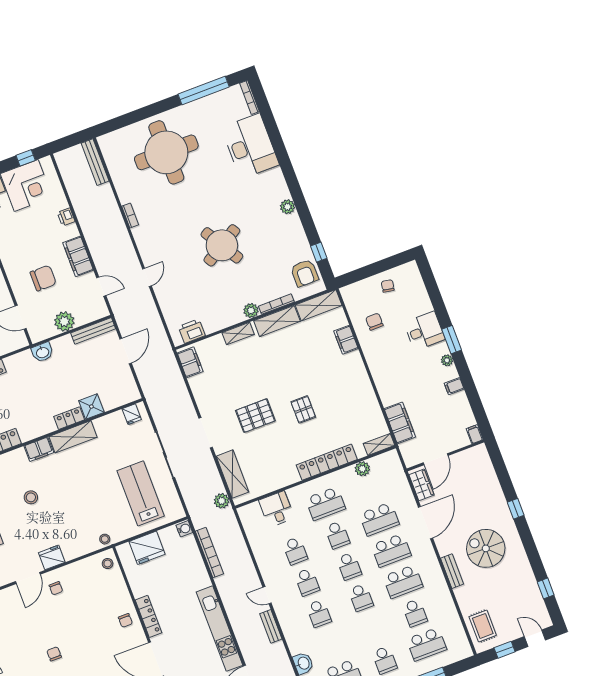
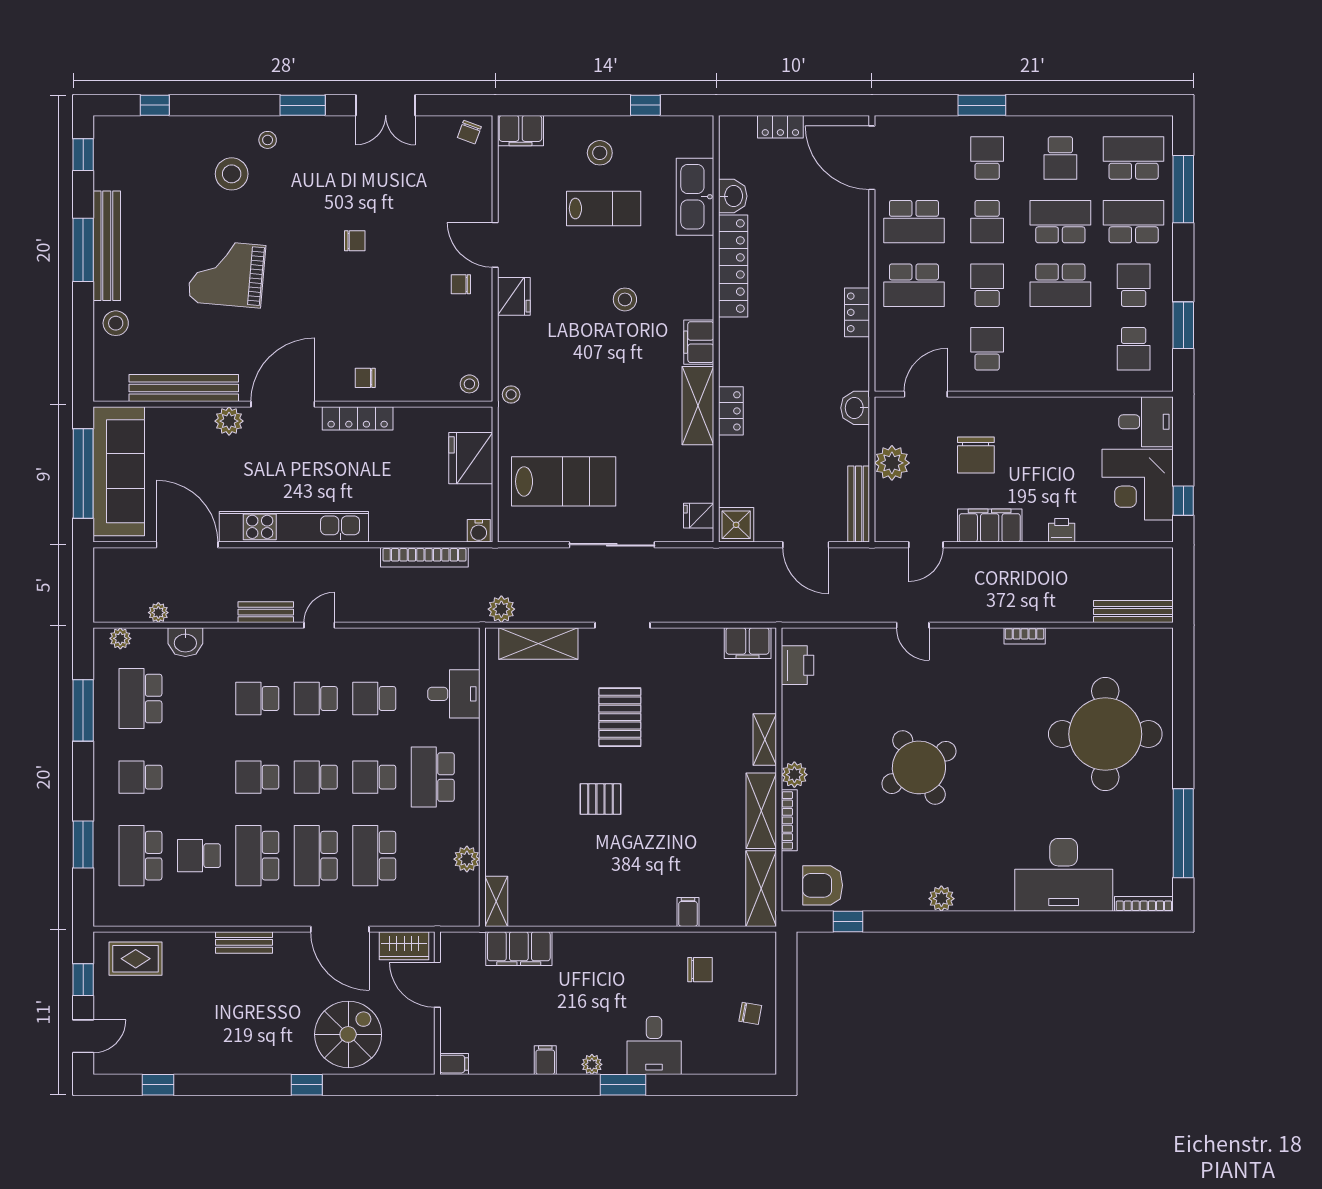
filing cabinet: (346, 340) -> (688, 912), width x0.50
shower: (91, 406) -> (736, 525), moved
locker: (327, 462) -> (500, 805), removed
spiral stairs: (486, 548) -> (348, 1034), moved

